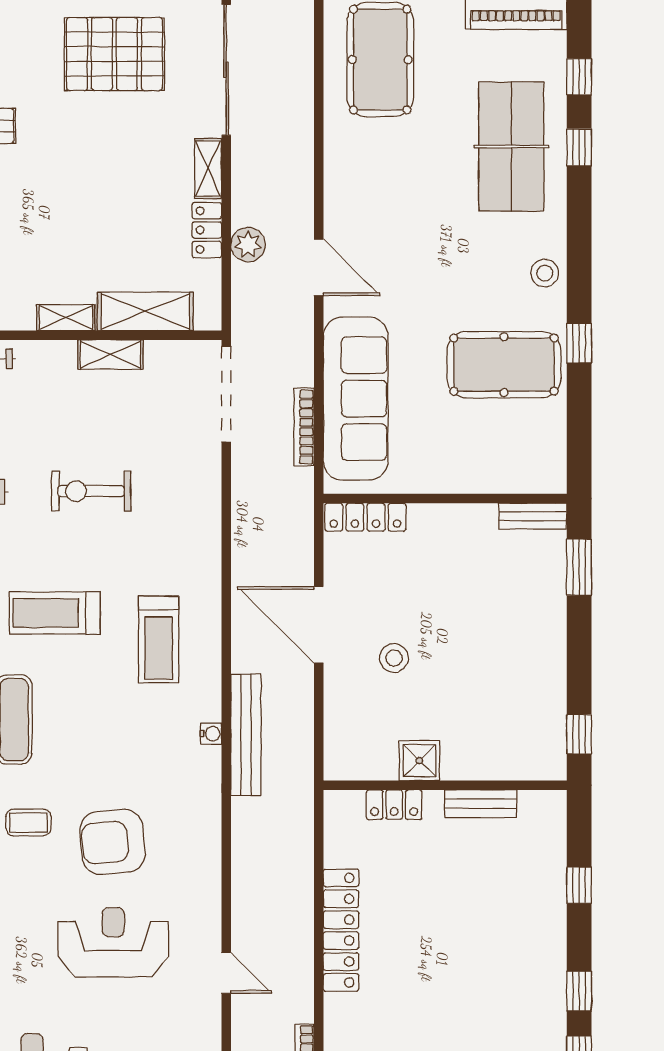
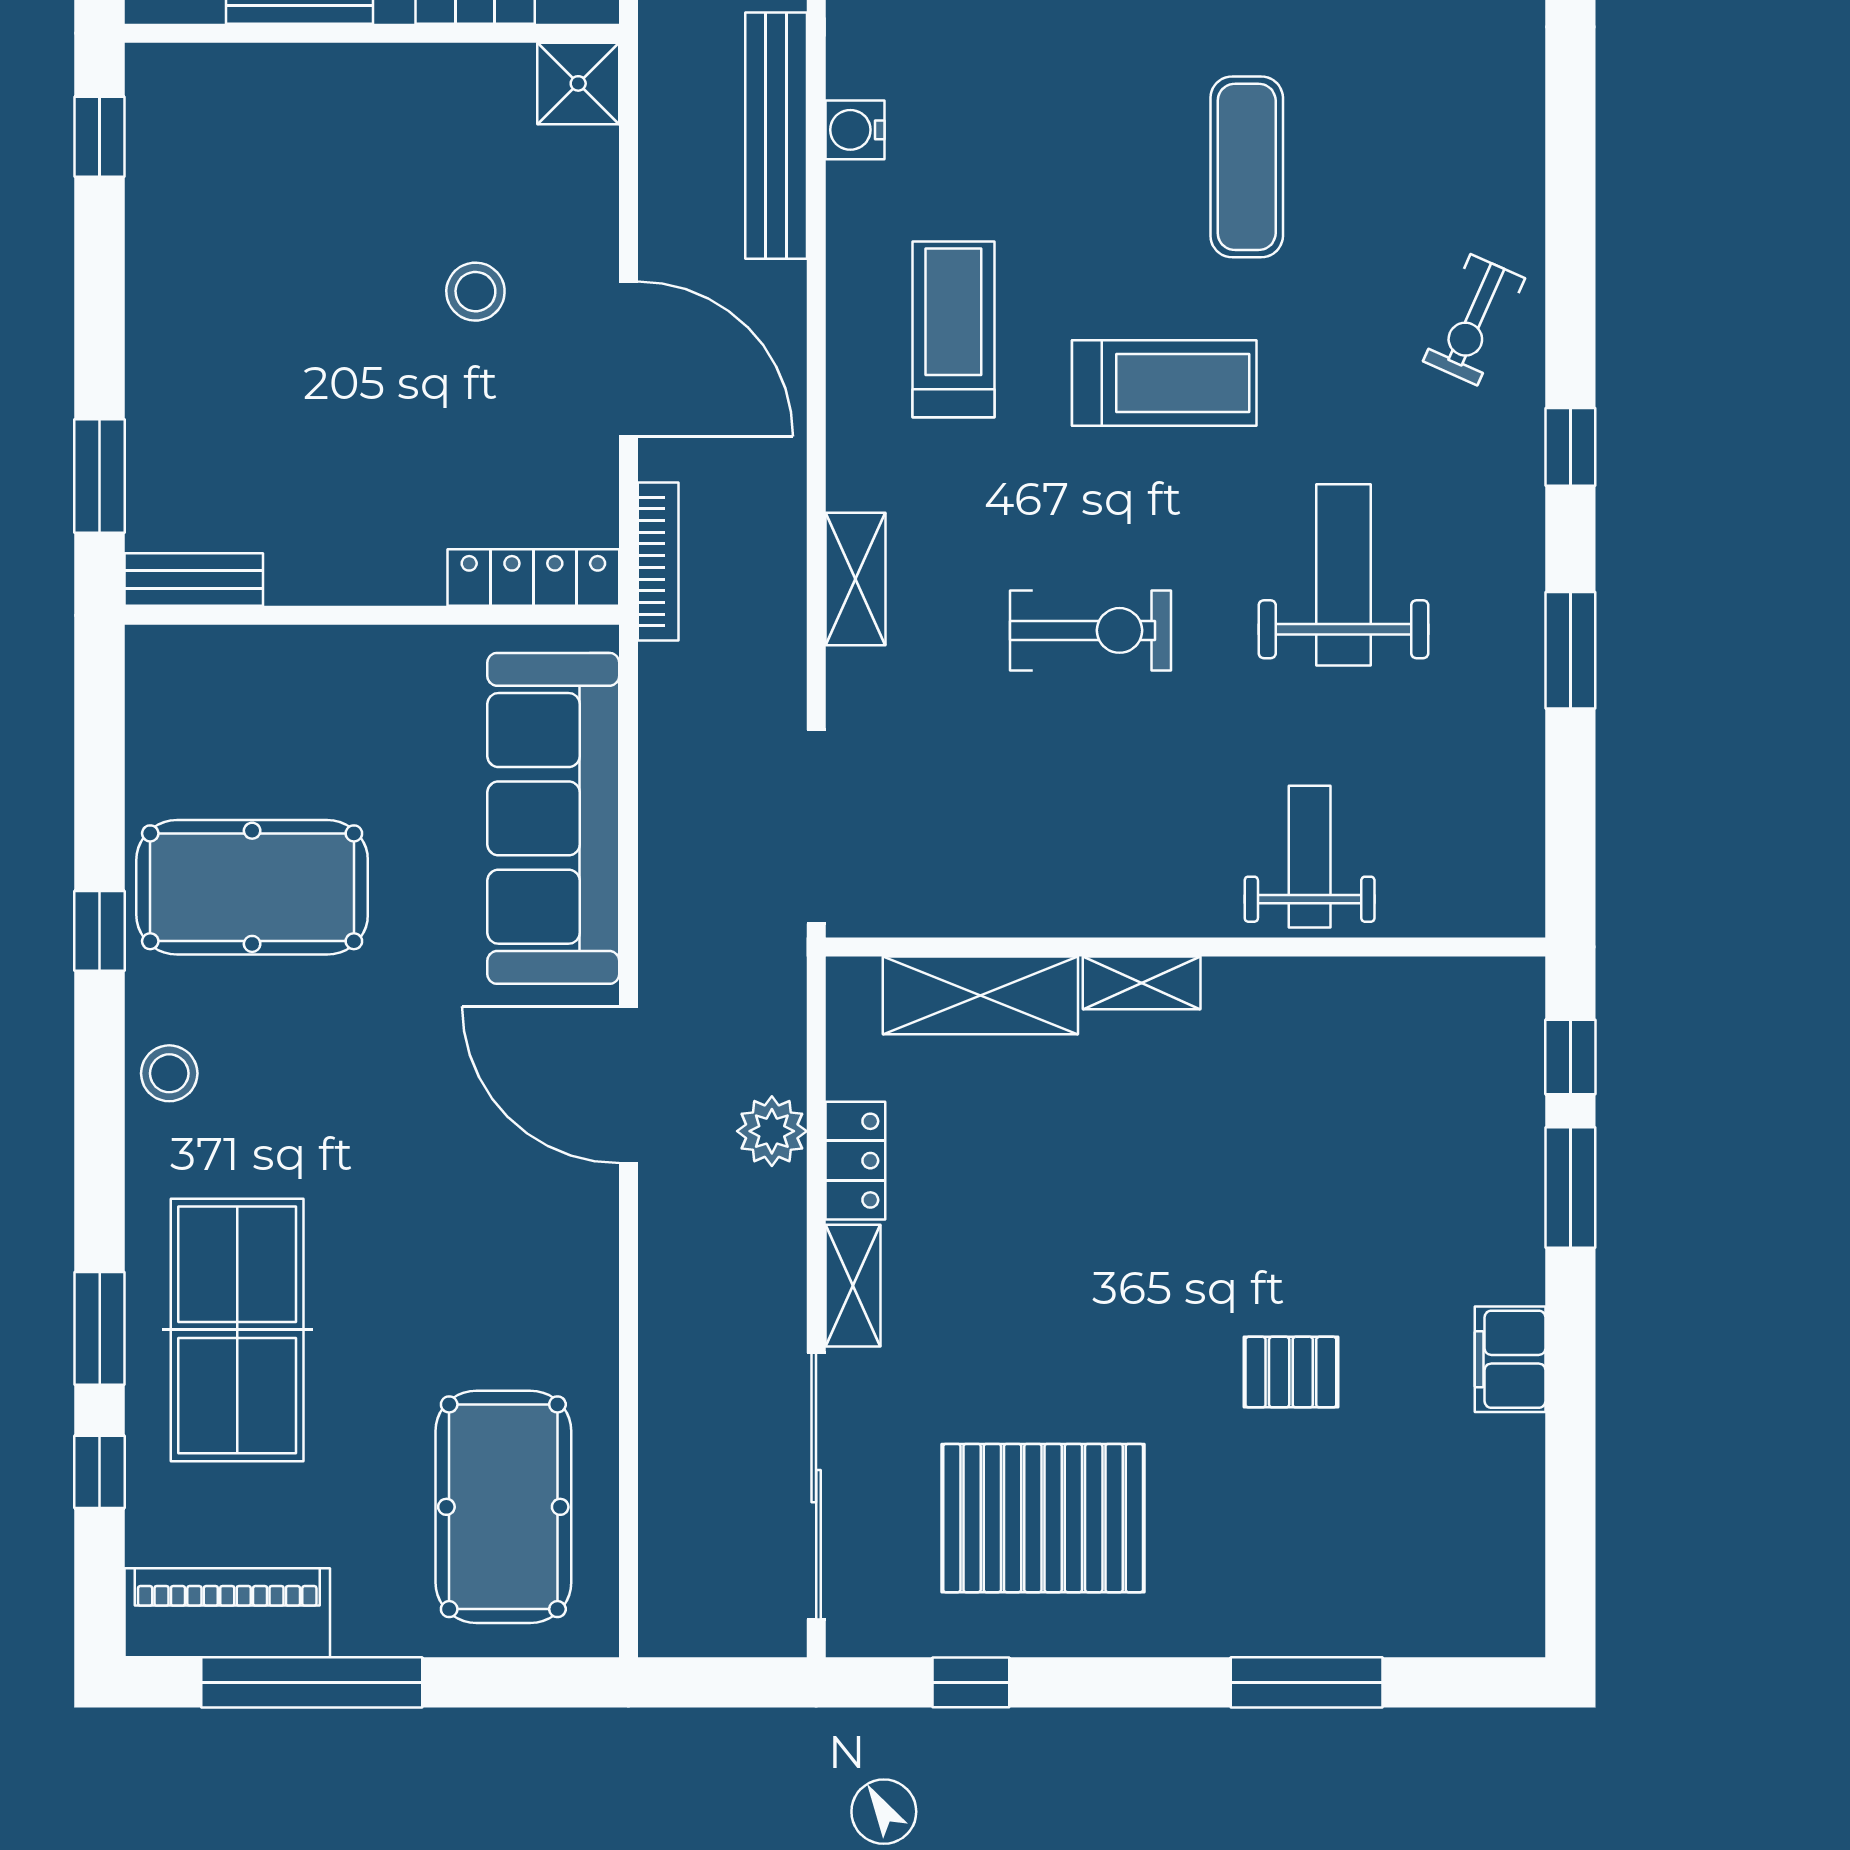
window: (579, 147) -> (100, 1328), width x1.50
door: (319, 267) -> (628, 1085), width x1.36
shelving: (110, 355) -> (855, 579), moved, turned 90
bookcase: (304, 427) -> (658, 562), moved
water cooler: (211, 734) -> (855, 130), width x1.38, depth x1.38
shower: (419, 761) -> (578, 83), moved

